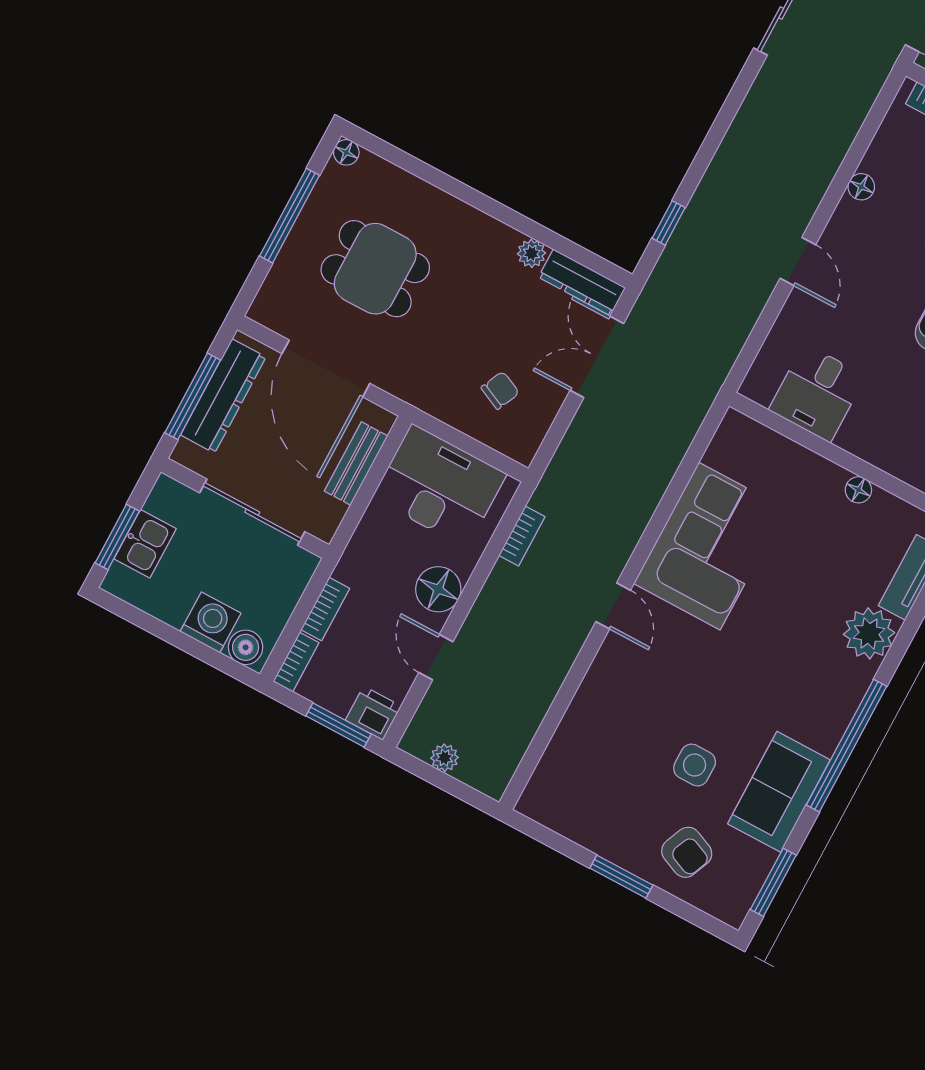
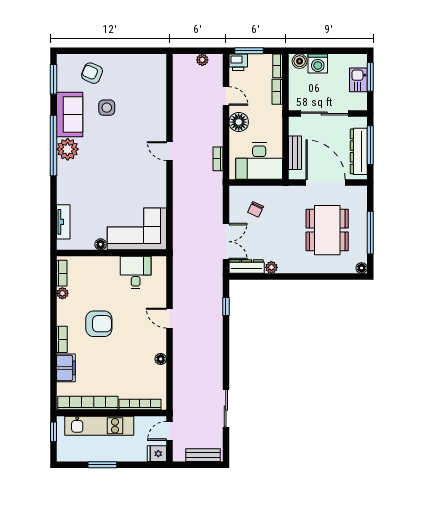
dining table: (375, 269) -> (327, 230), width x1.37
corner sofa: (709, 546) -> (137, 229), moved, turned 90
plant: (869, 633) -> (68, 149), moved
window: (621, 877) -> (112, 51), removed

